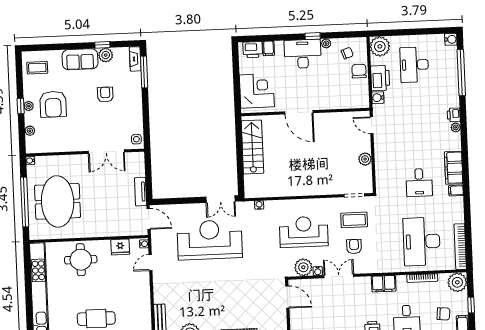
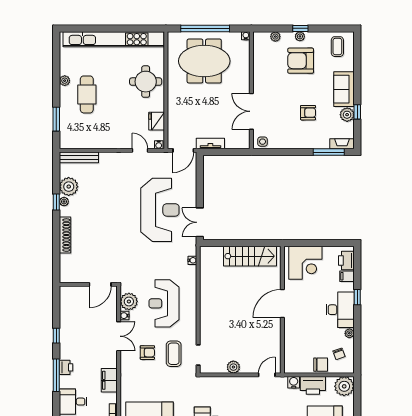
window: (313, 36) -> (357, 297), moved
reception desk: (304, 232) -> (164, 303), turned 180

